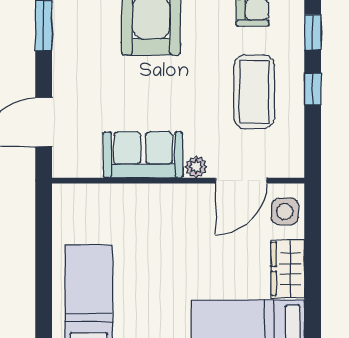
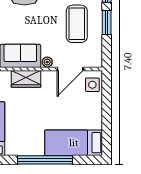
window: (313, 89) -> (107, 22), width x1.50
wardrobe: (288, 269) -> (26, 79), moved, turned -90

